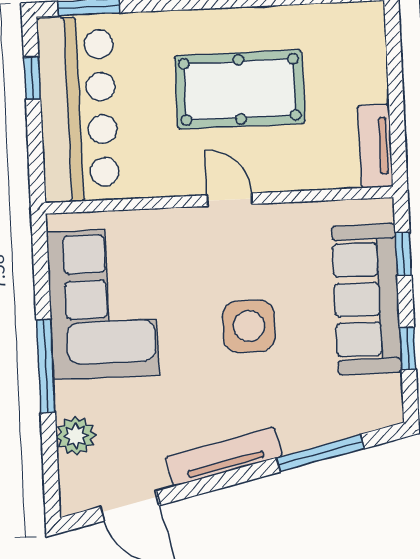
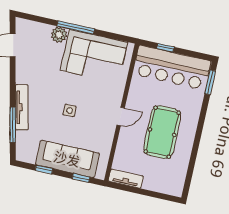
window: (32, 78) -> (165, 48), moved
side table: (249, 326) -> (70, 110), width x0.54, depth x0.54
plant: (76, 436) -> (59, 35), moved
tv unit: (224, 457) -> (22, 107), moved

